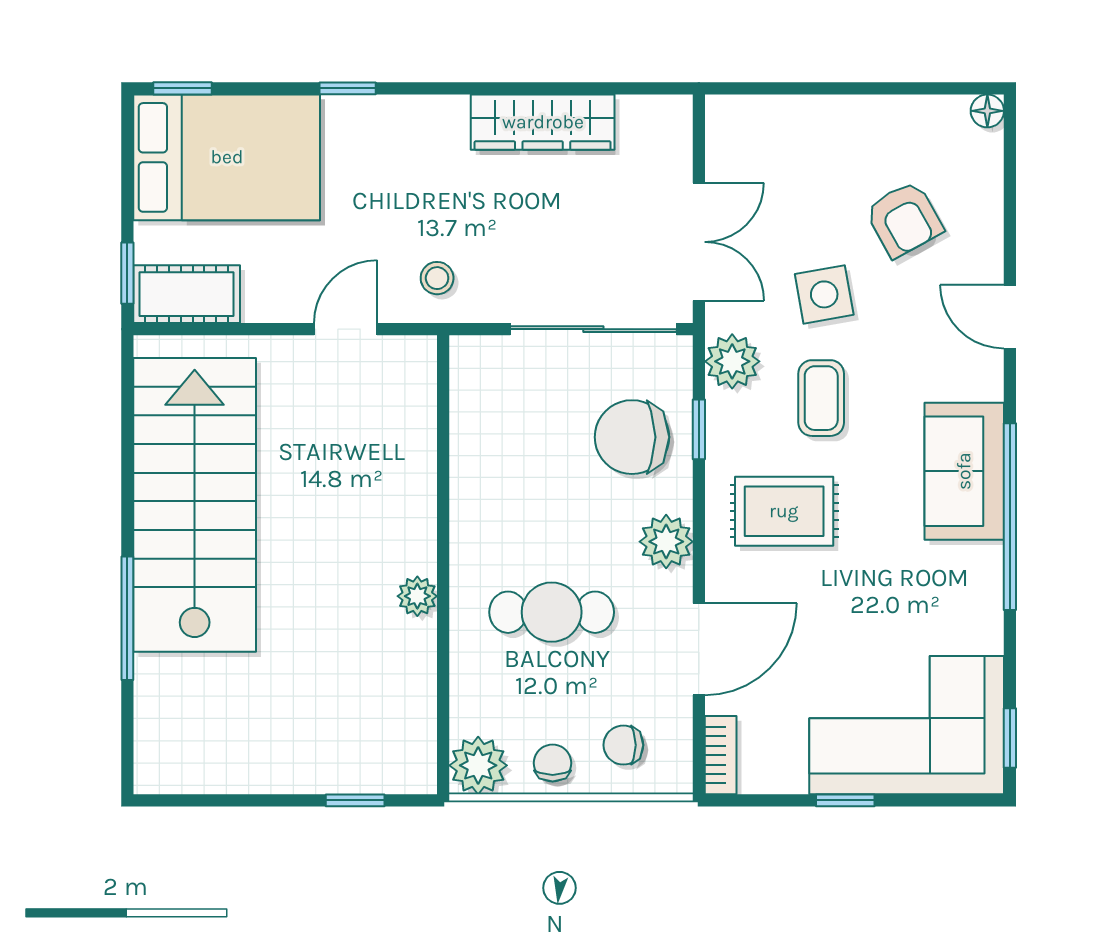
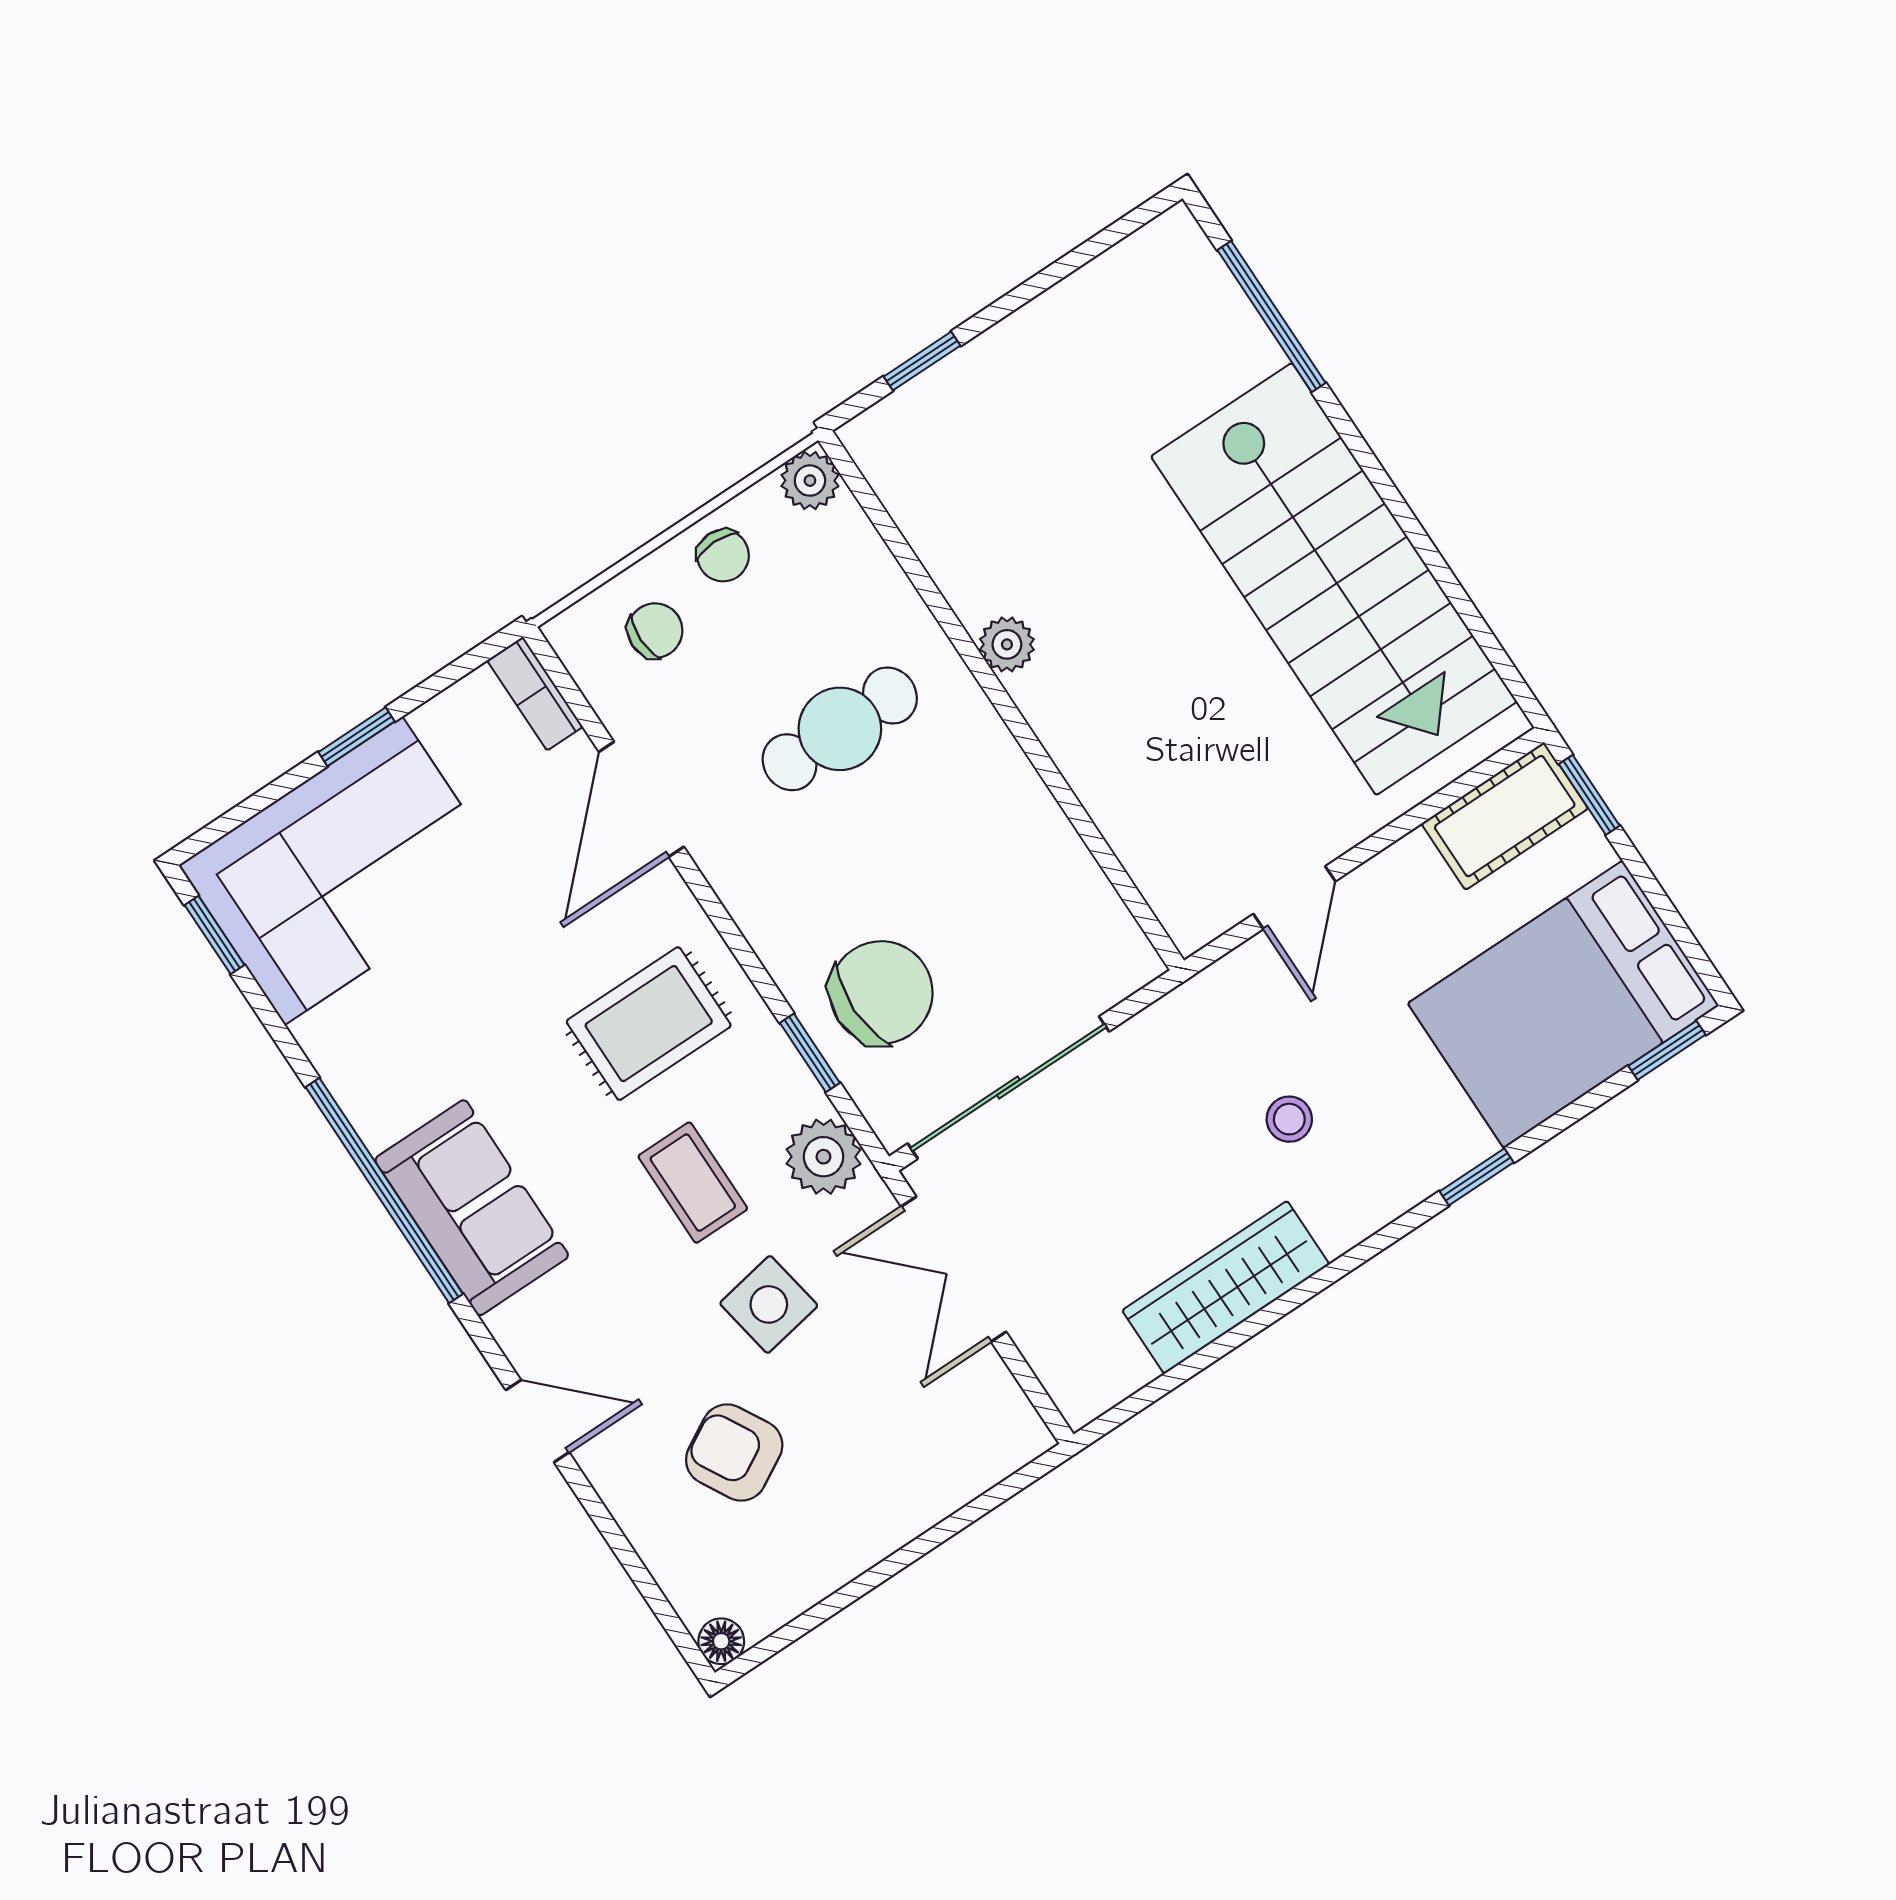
stool: (437, 278) -> (1289, 1119), moved
plant: (666, 542) -> (762, 898), removed
window: (127, 618) -> (1271, 317), moved
plant: (478, 765) -> (810, 481), width x0.73, depth x0.73

